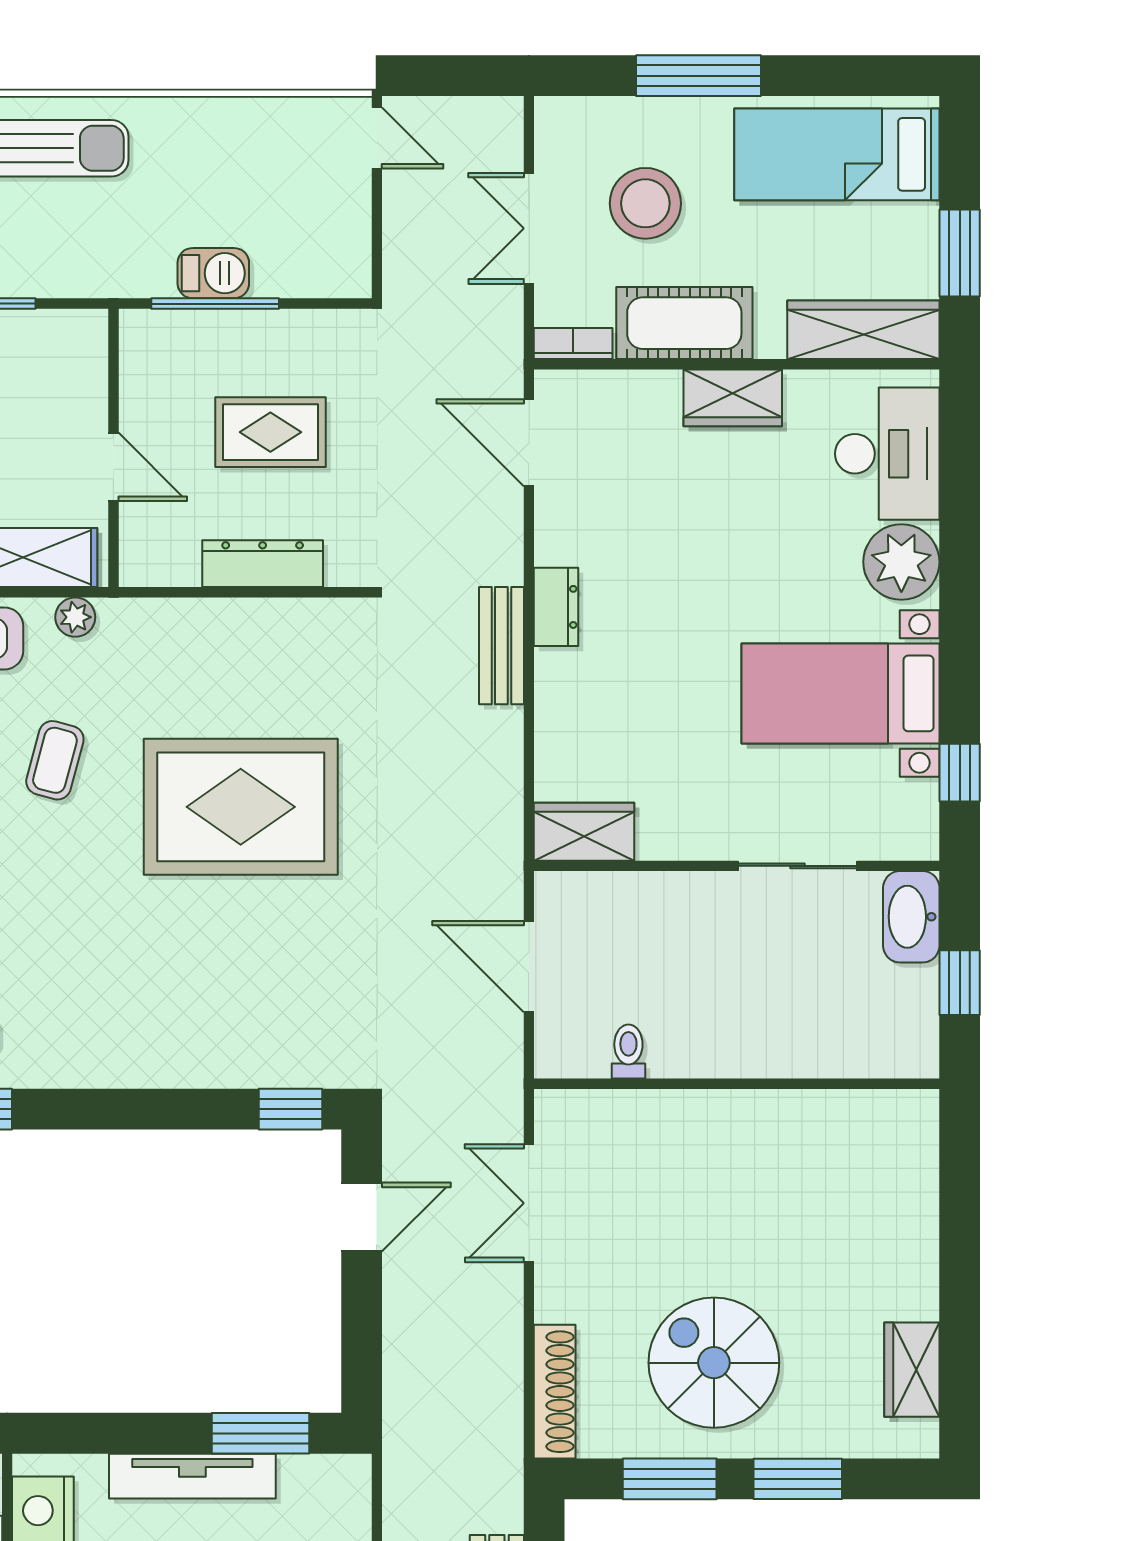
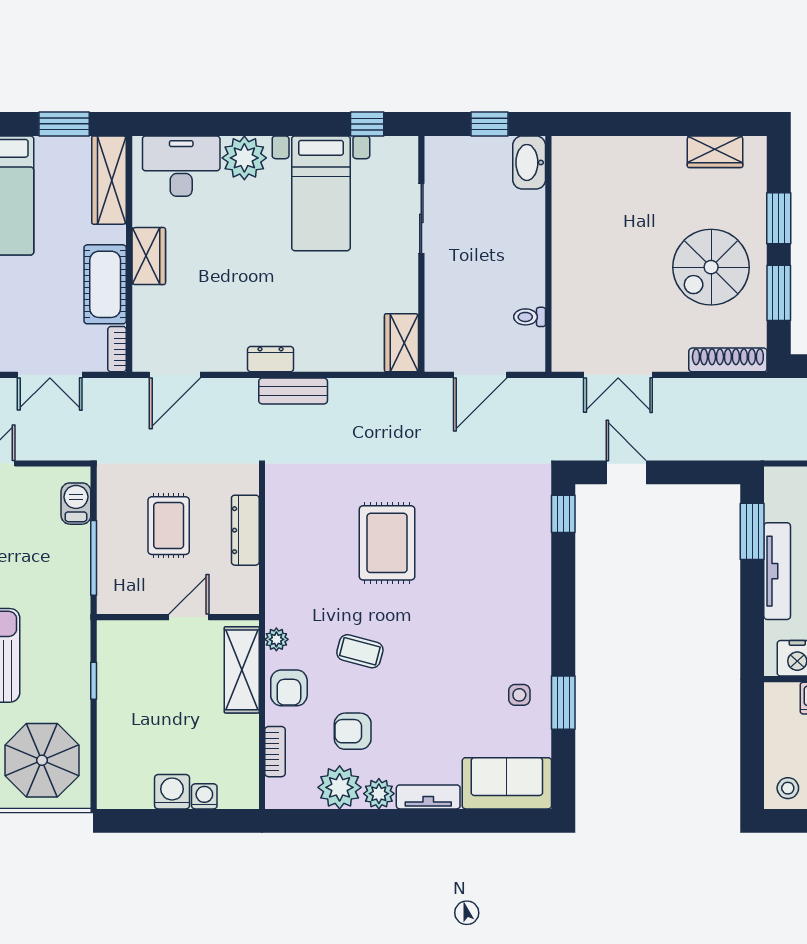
stool: (645, 203) -> (35, 307), removed
barbecue: (213, 273) -> (76, 504), moved
rug: (241, 807) -> (387, 543), width x0.73, depth x0.69
washbasin: (911, 917) -> (529, 162), moved, turned 90

